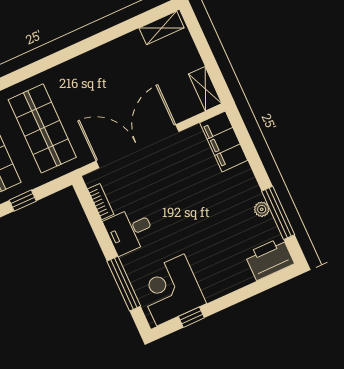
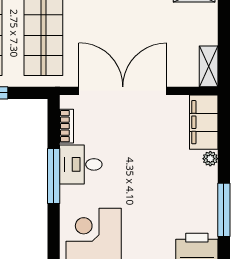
plant: (262, 209) -> (210, 159), moved
window: (124, 284) -> (54, 176), moved

